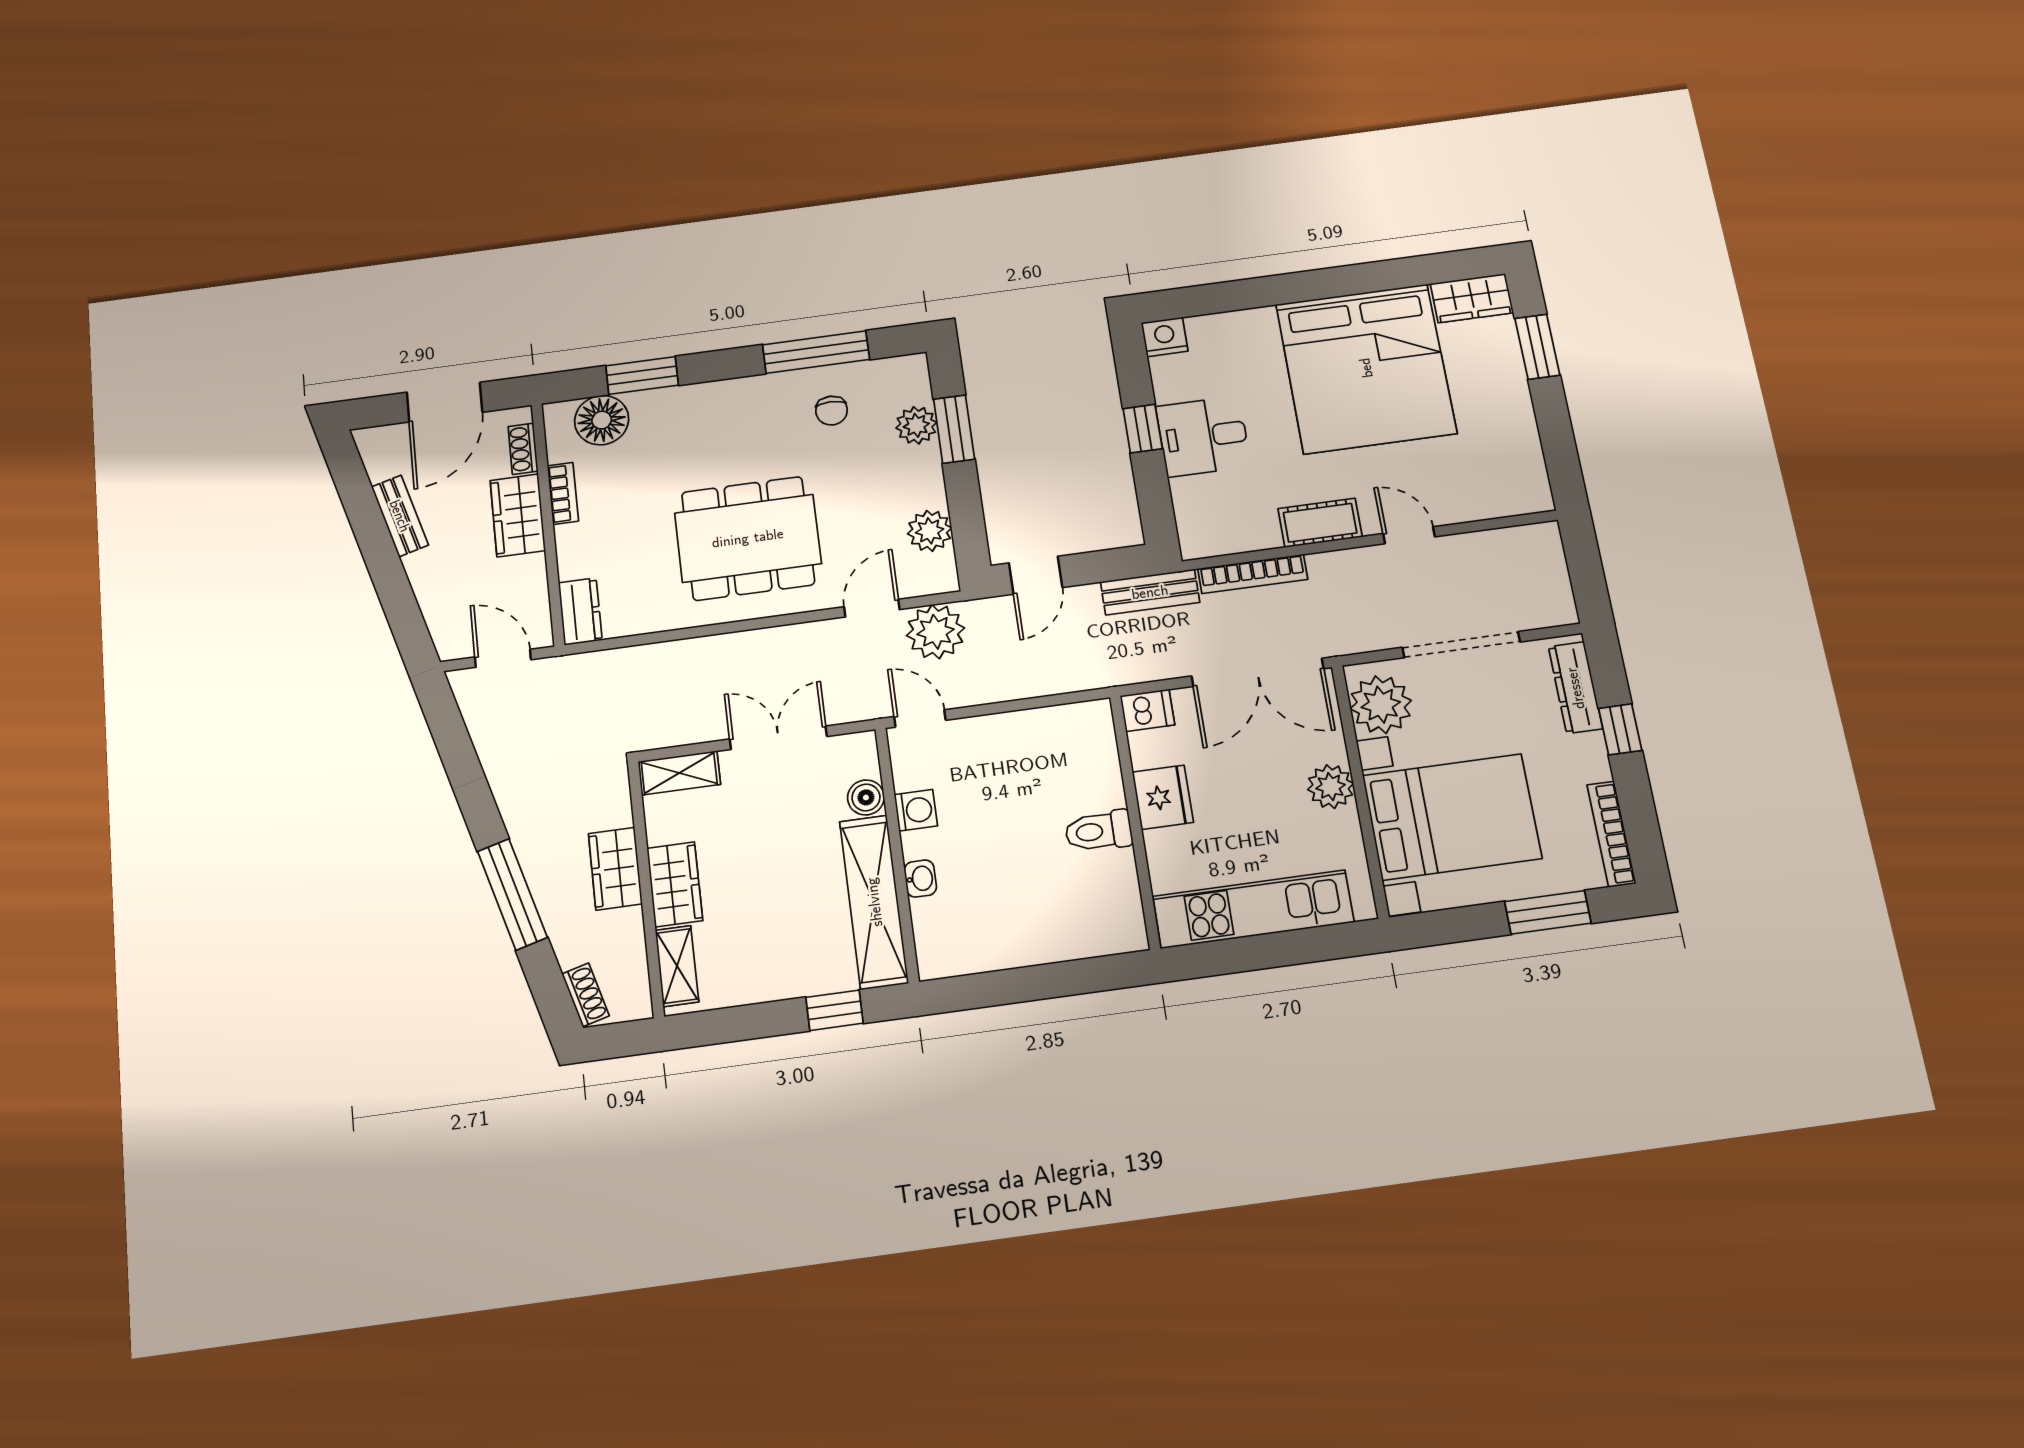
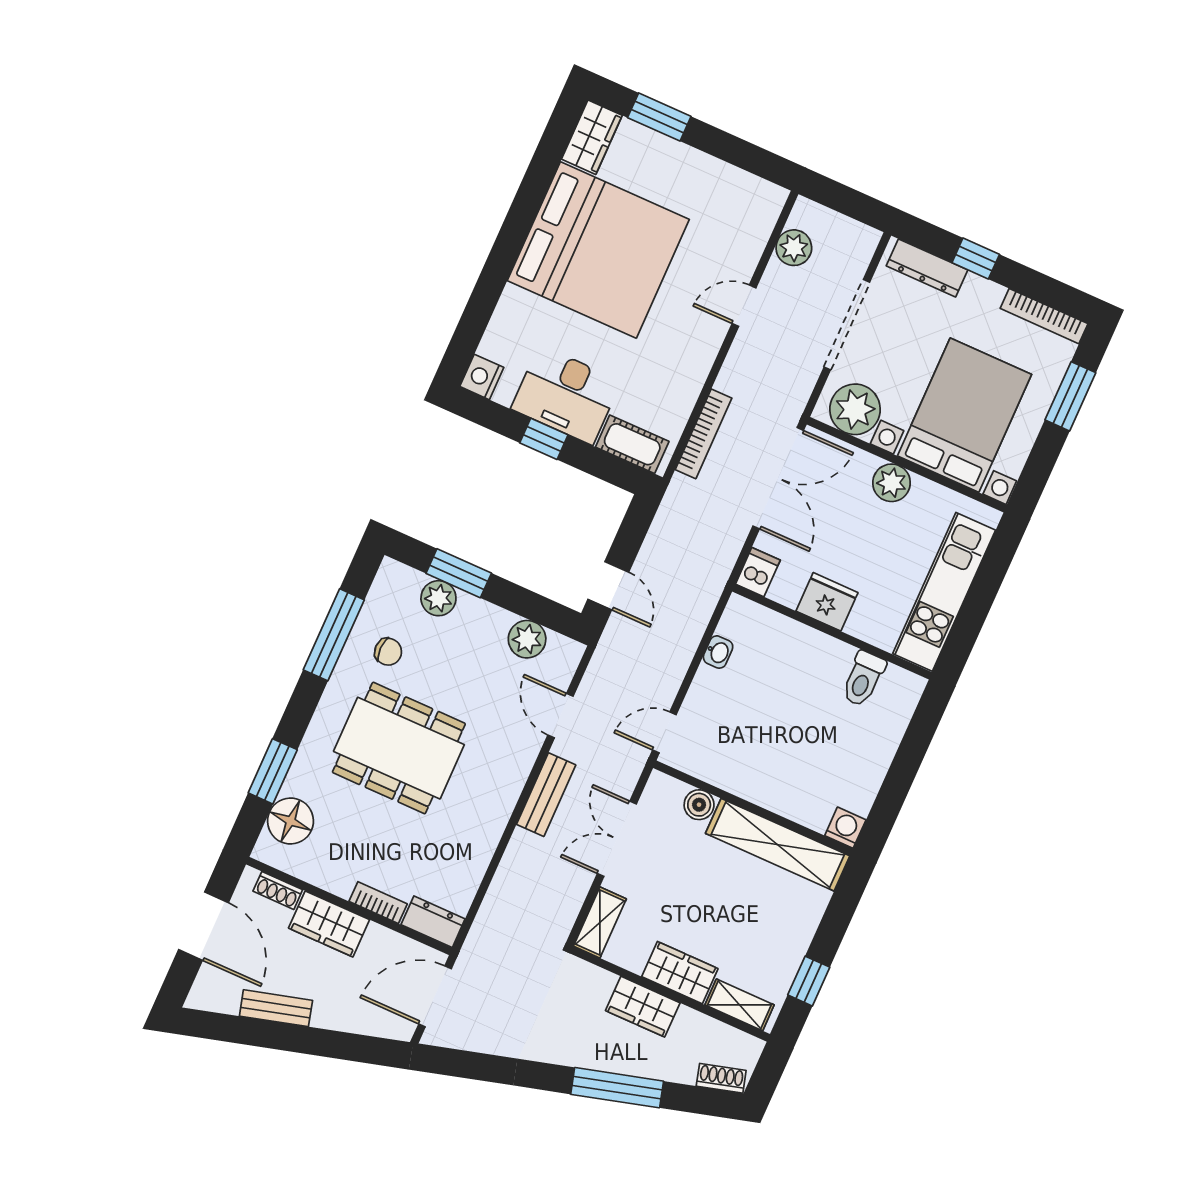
desk: (1203, 436) -> (566, 395), width x1.37
bookcase: (563, 493) -> (378, 903), moved
cot: (1320, 523) -> (632, 444), moved, turned 90
dining table: (748, 538) -> (399, 748), moved, turned 90
bench: (1150, 592) -> (546, 795), moved
plant: (936, 632) -> (794, 248), moved, width x0.73, depth x0.73
door: (503, 658) -> (435, 996), width x1.38
washing machine: (916, 810) -> (845, 828), moved
toilet: (1098, 831) -> (863, 679), moved
washbasin: (920, 879) -> (718, 652), moved, turned 90
window: (834, 1010) -> (809, 981), moved

